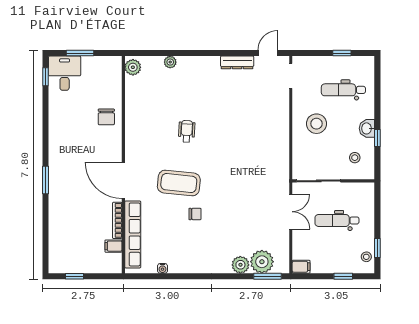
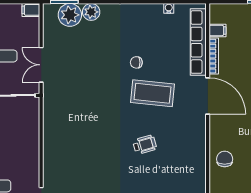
stool: (316, 124) -> (16, 152), removed
wheelchair: (187, 131) -> (145, 145), turned -109

